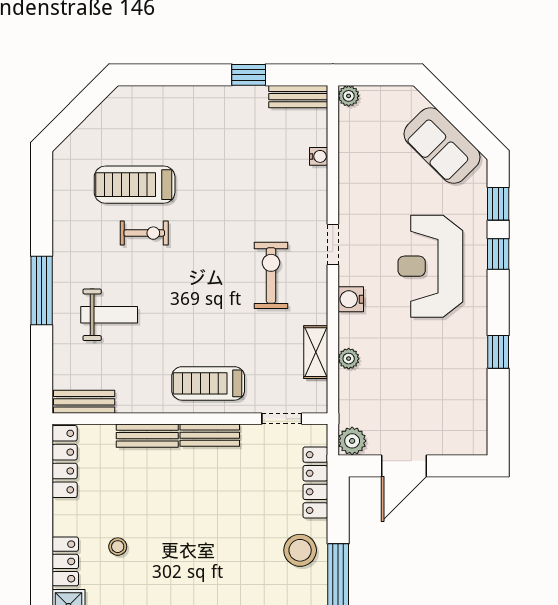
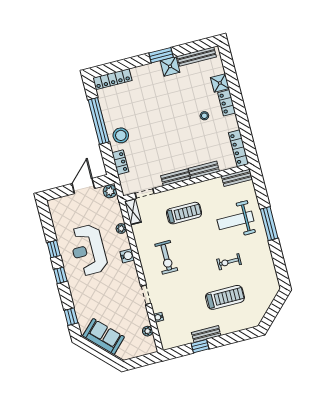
plant: (349, 96) -> (147, 331), moved
bench: (298, 97) -> (206, 334), moved
treadmill: (135, 185) -> (225, 297), moved
doorway: (333, 244) -> (146, 295), moved
window: (498, 254) -> (60, 275), moved
reception desk: (430, 266) -> (88, 250), moved, turned 180
weight bench: (109, 315) -> (235, 220), width x1.36, depth x1.33
shelving: (316, 352) -> (133, 212), moved
treadmill: (208, 383) -> (184, 213), moved
locker: (315, 483) -> (120, 162), width x0.66

